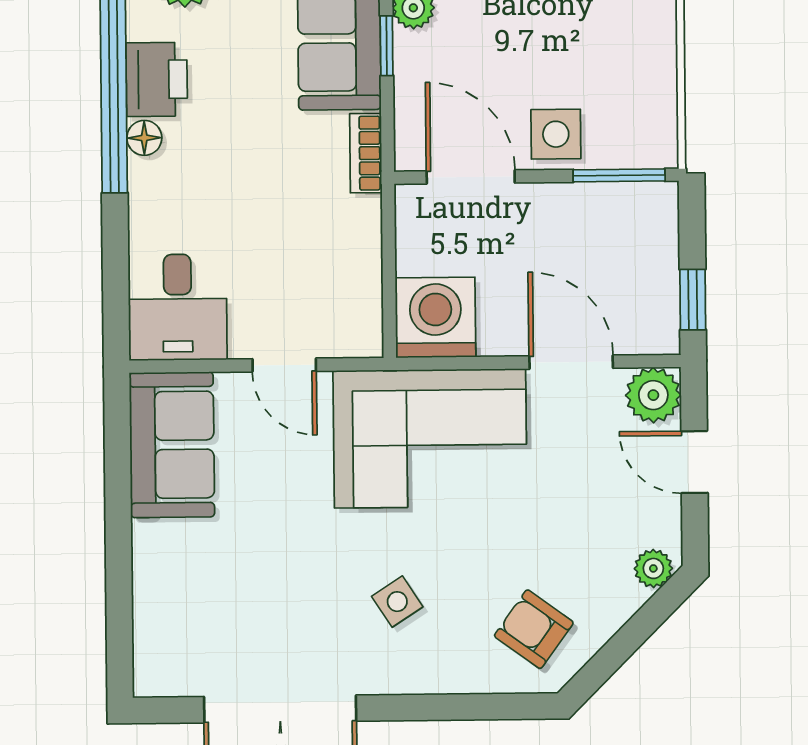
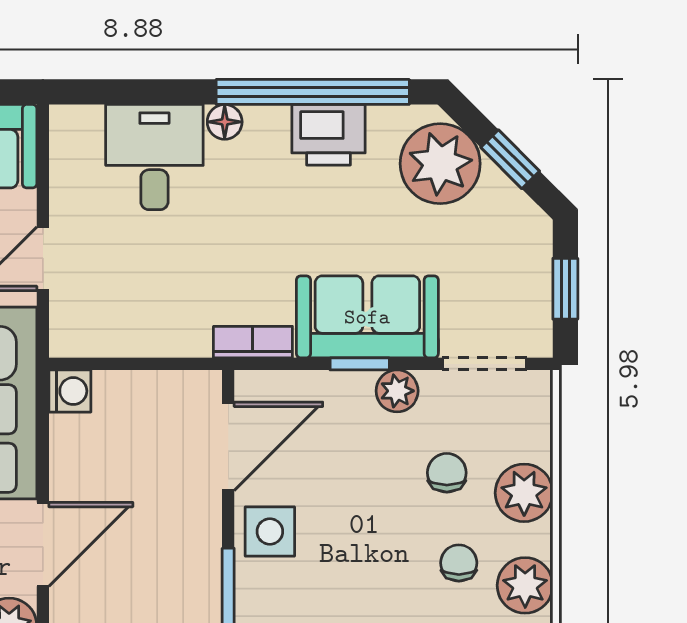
floor lamp: (144, 138) -> (225, 122), moved
desk: (178, 307) -> (154, 157), moved, turned 90
washing machine: (435, 317) -> (70, 391), width x0.53, depth x0.53

